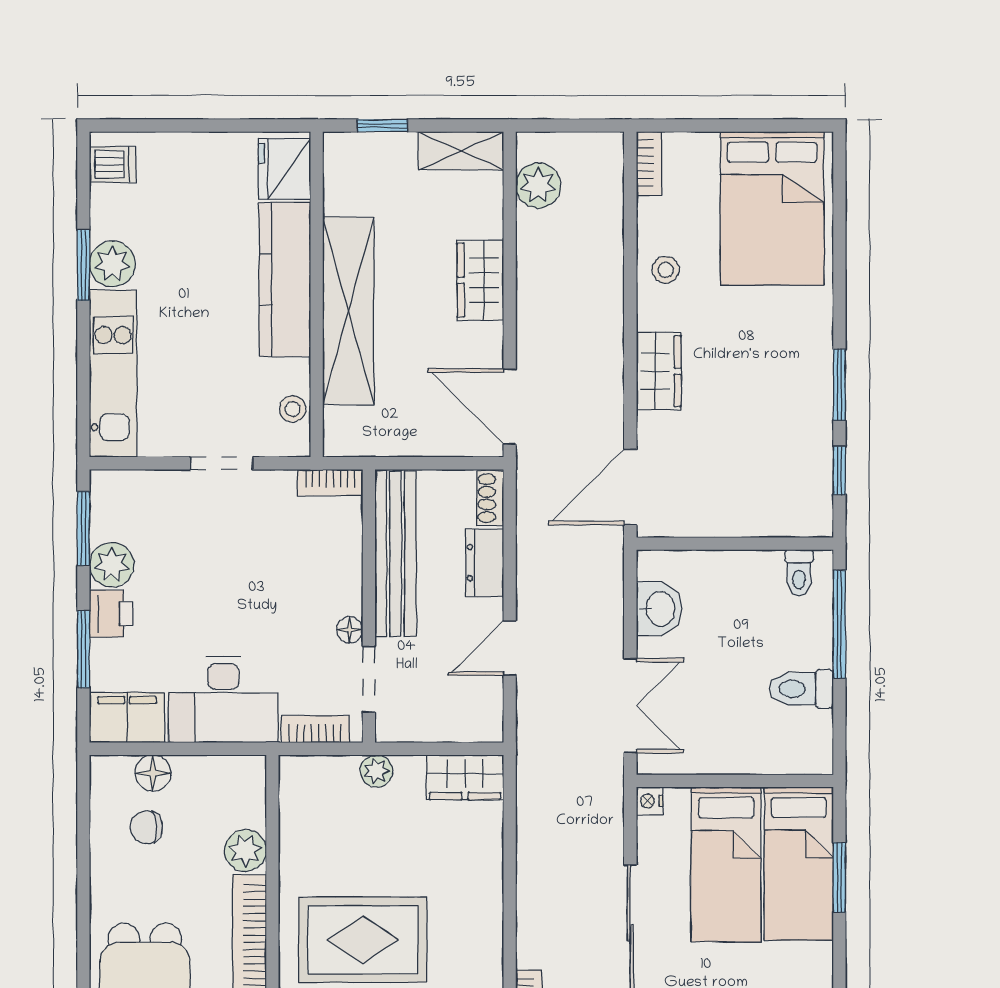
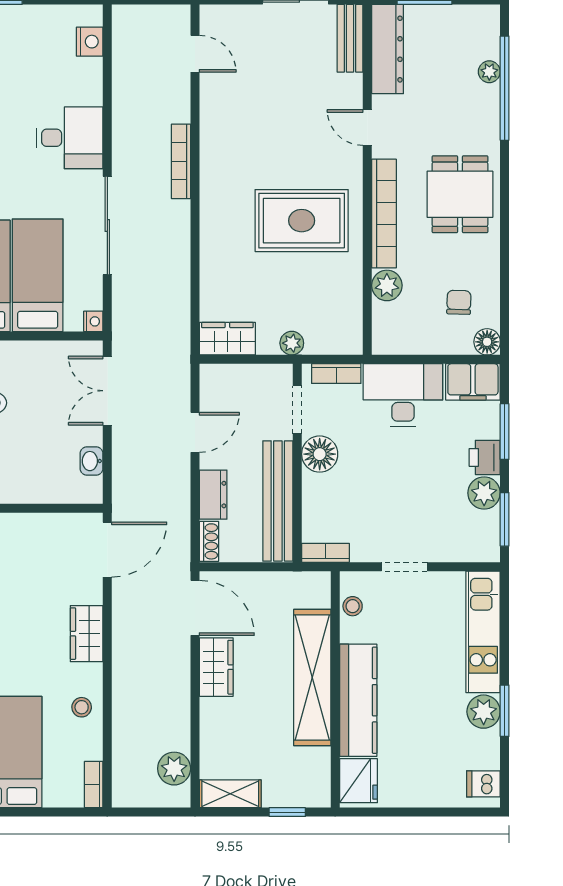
wardrobe: (480, 280) -> (216, 667), moved
washbasin: (659, 609) -> (91, 461), width x0.72, depth x0.69
floor lamp: (350, 630) -> (320, 454), width x1.89, depth x1.89
floor lamp: (153, 773) -> (487, 342), moved
chair: (146, 827) -> (459, 302), turned -84

